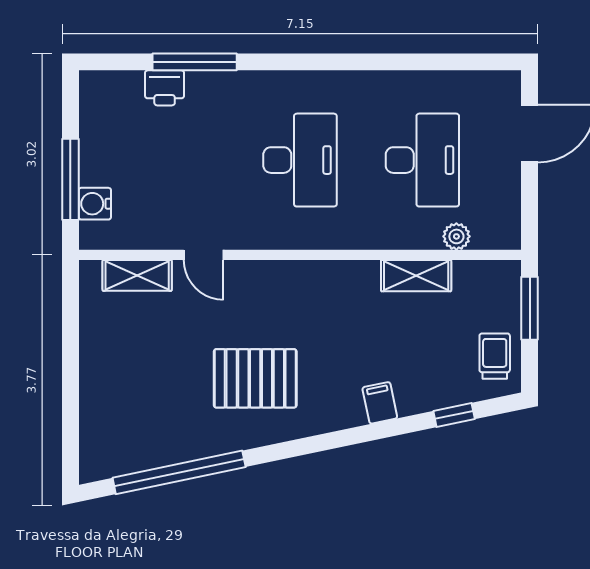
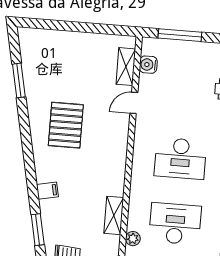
desk: (422, 160) -> (175, 224), turned 180
water cooler: (95, 204) -> (148, 65), moved, turned -90
window: (454, 415) -> (38, 230), width x1.50
window: (179, 472) -> (19, 80), width x0.47

